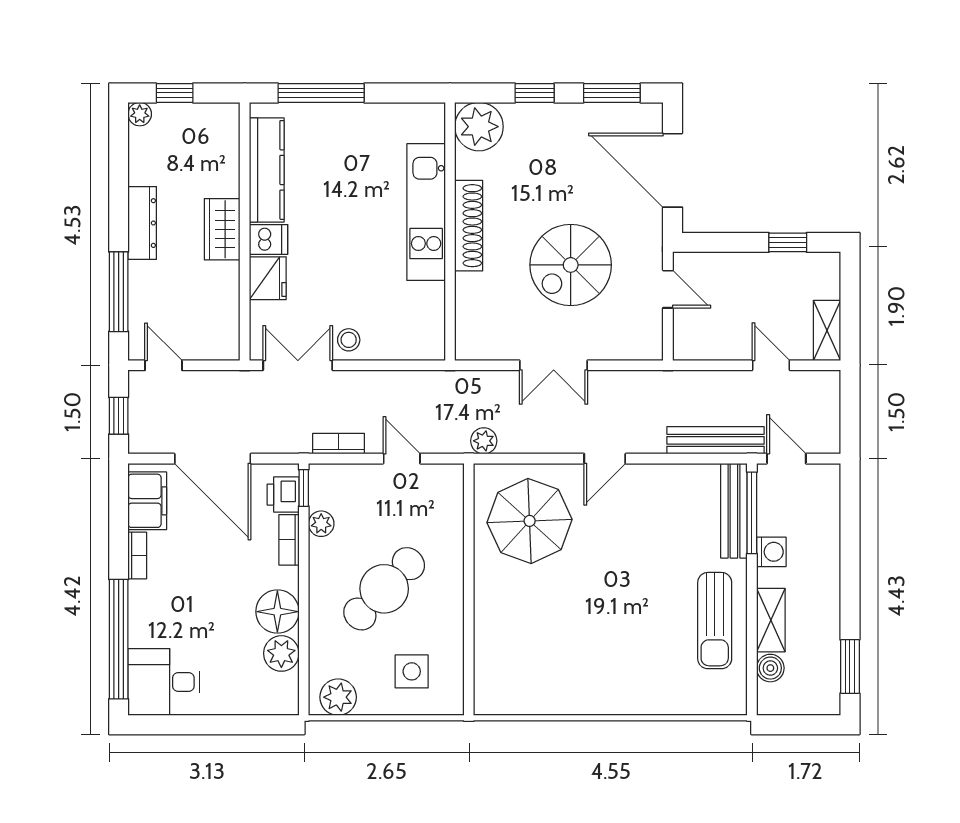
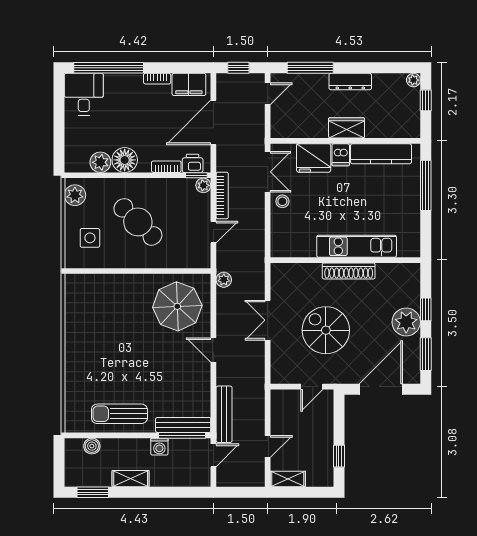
plant: (479, 127) -> (406, 322), moved
fridge: (268, 278) -> (314, 158), width x1.36, depth x1.34
bookcase: (339, 444) -> (222, 195), width x1.56
plant: (321, 524) -> (203, 185), moved
shelving: (771, 620) -> (131, 479), moved

